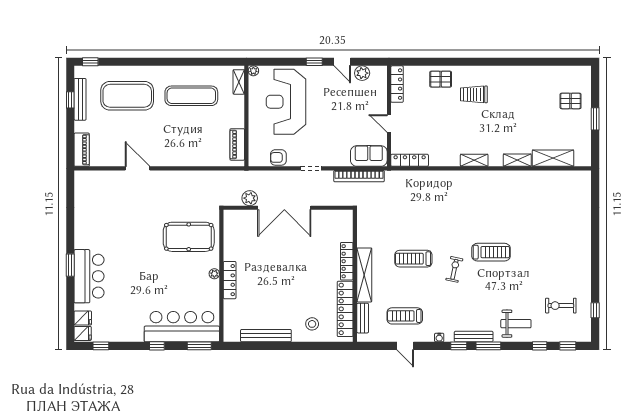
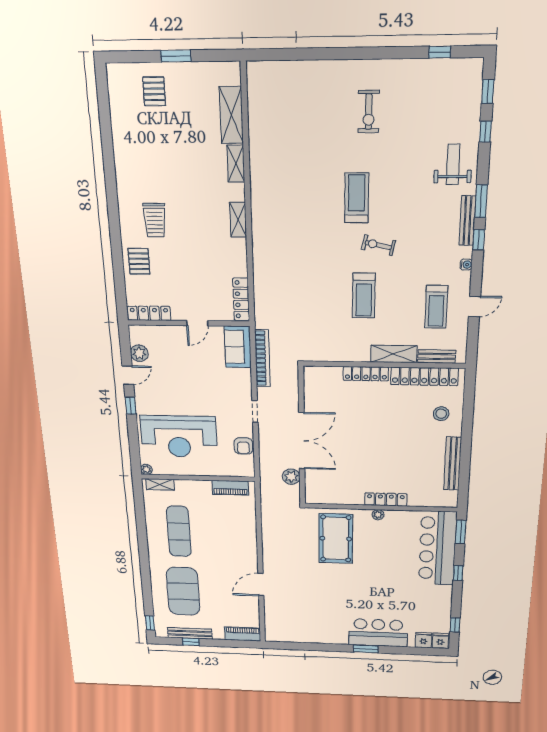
shelving: (364, 275) -> (394, 354), width x0.68
exercise bike: (561, 306) -> (369, 112), moved

